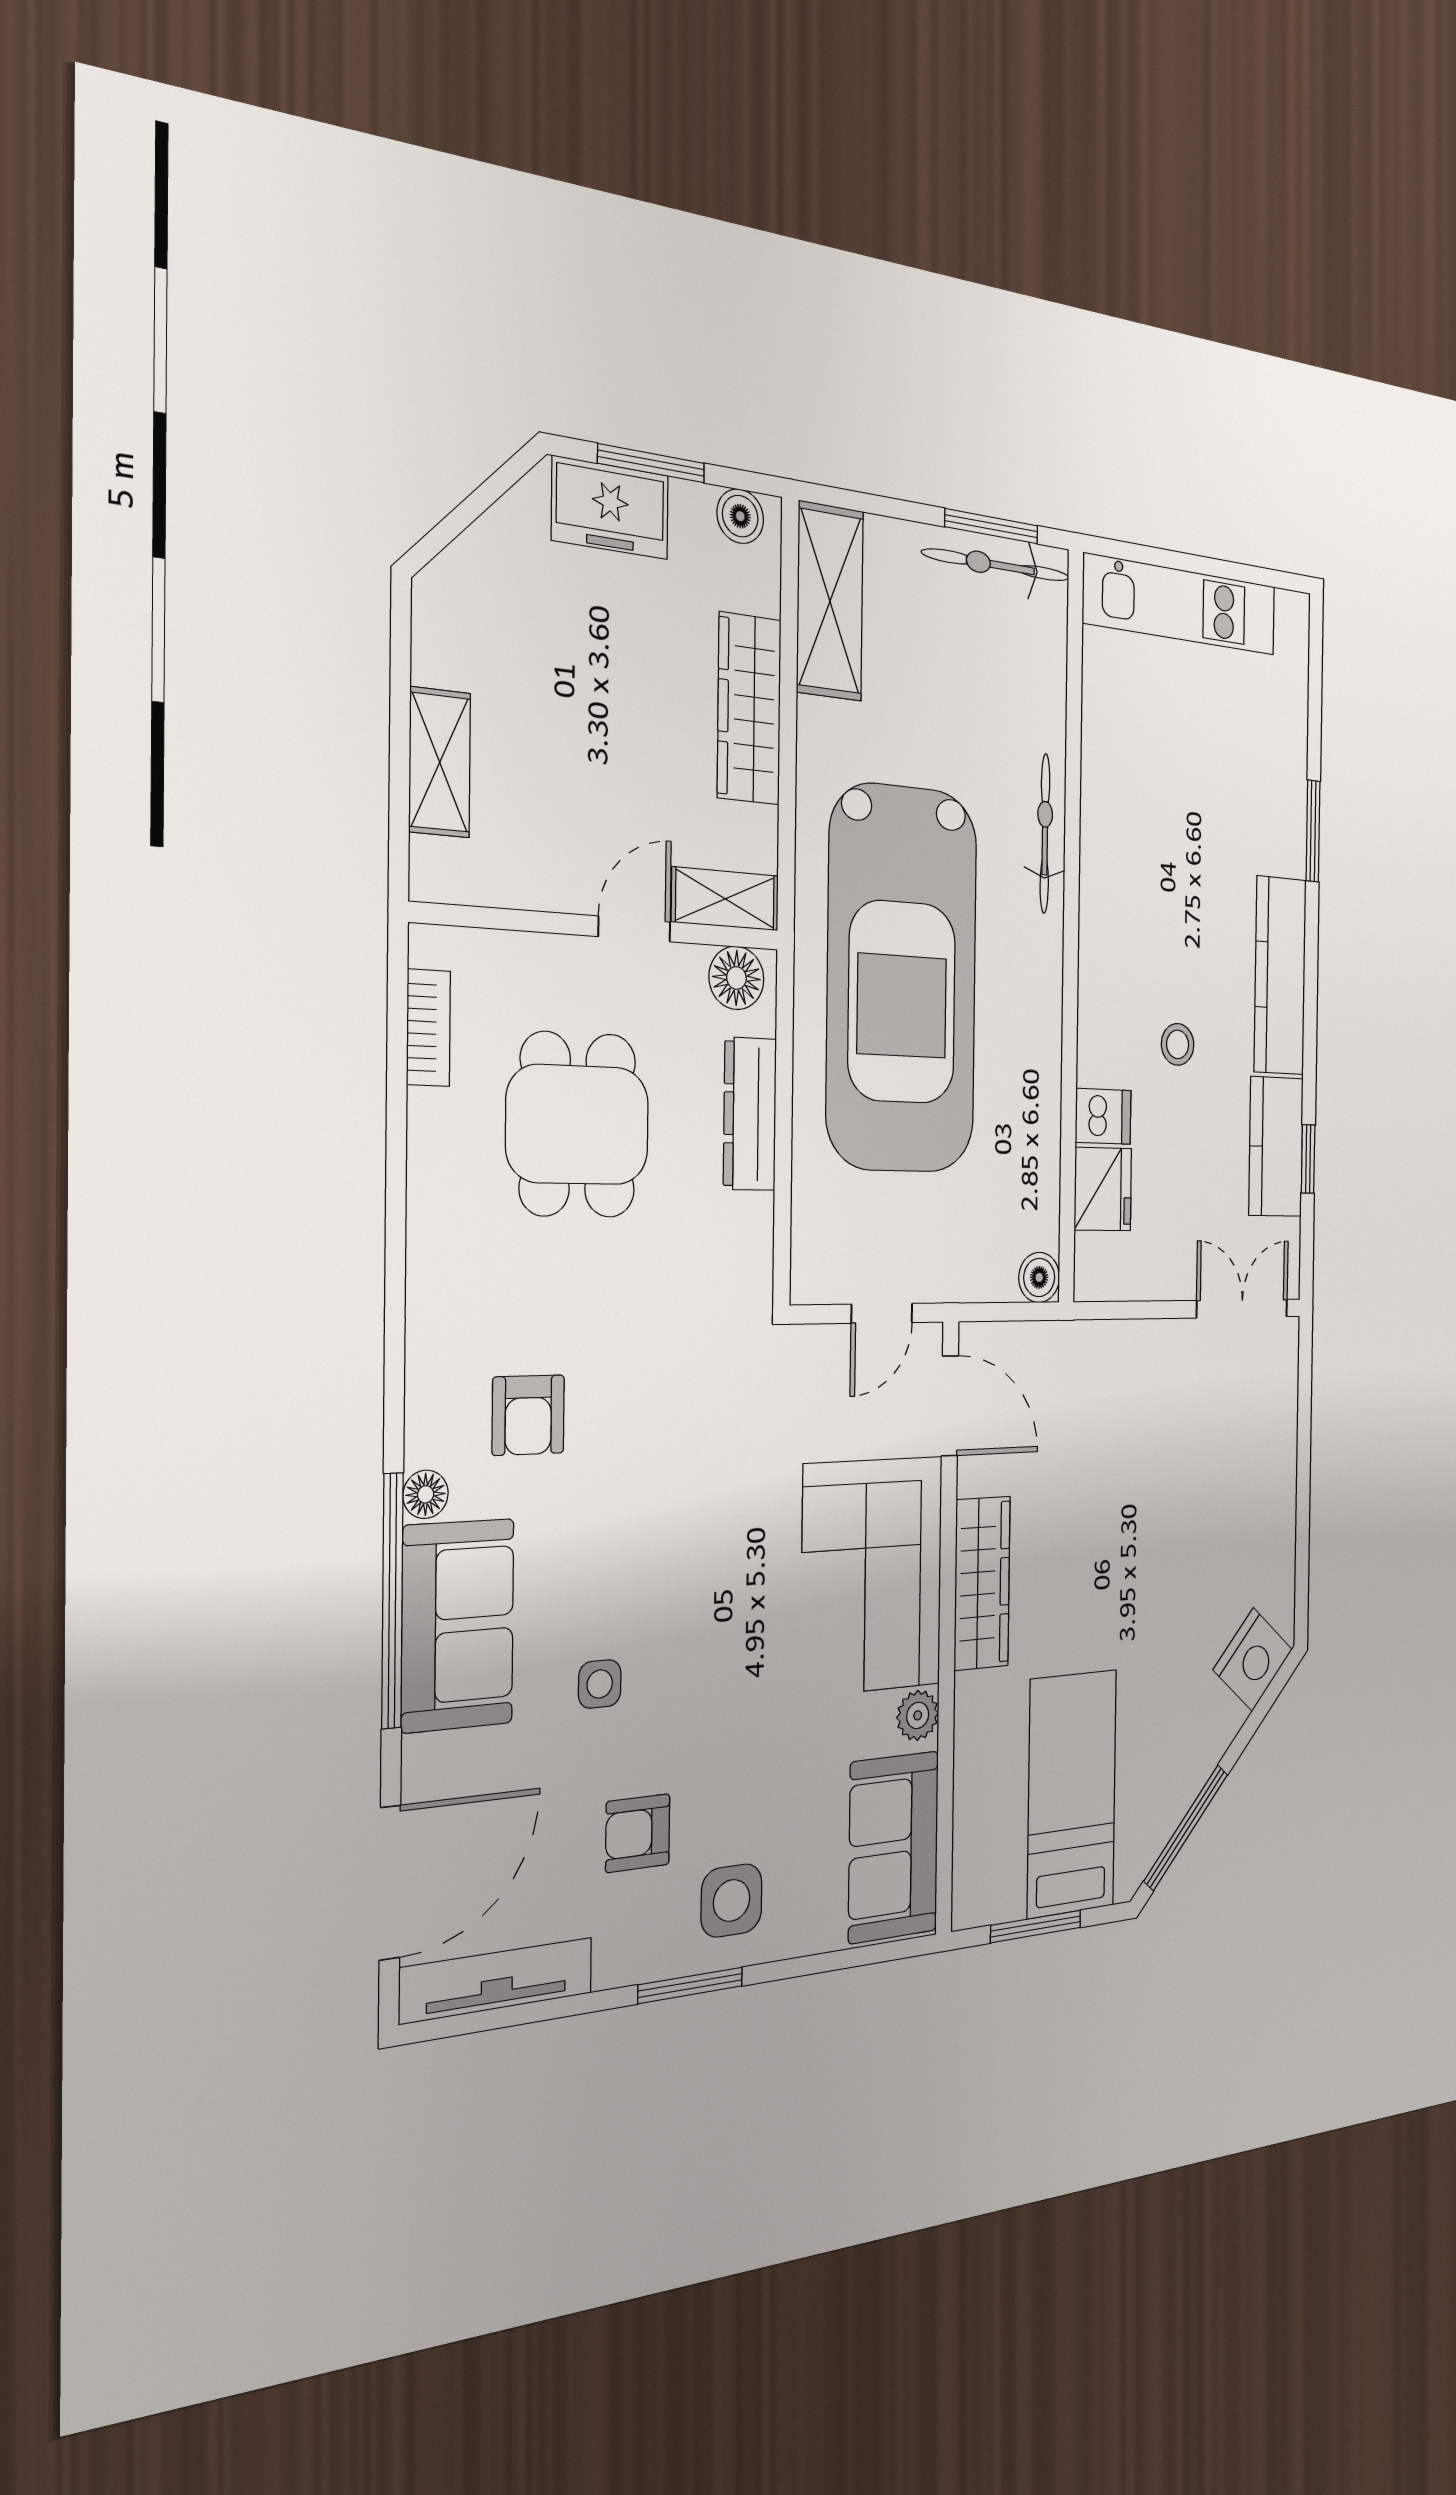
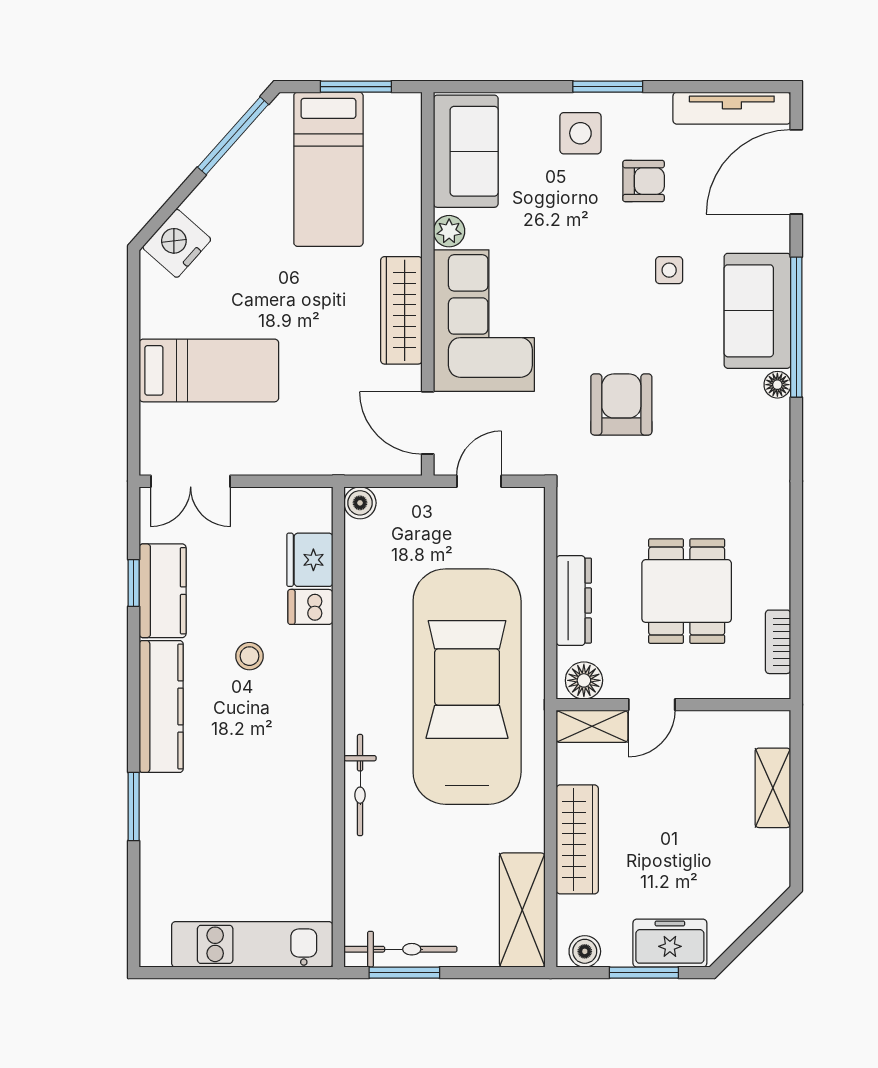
armchair: (528, 1415) -> (621, 404), moved, width x1.38, depth x1.38
bed: (1219, 1474) -> (209, 370), added

